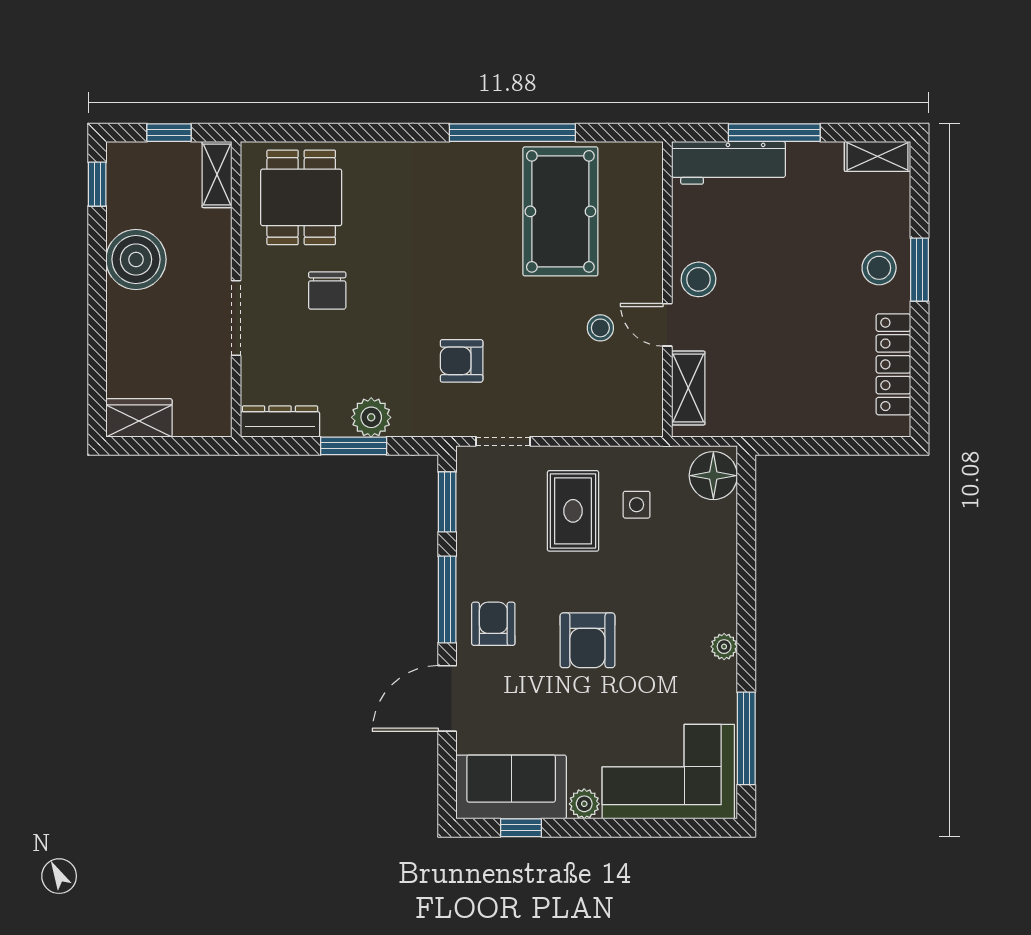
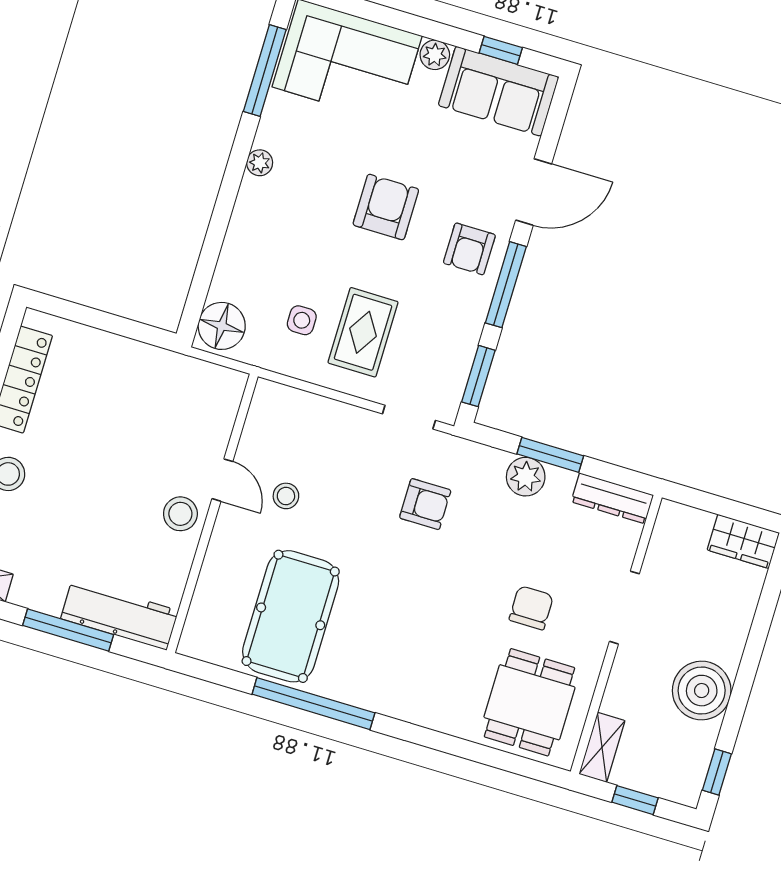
shelving: (688, 388) -> (221, 415), removed

